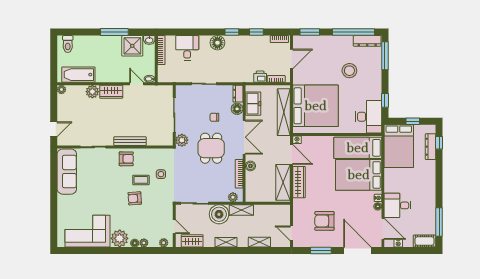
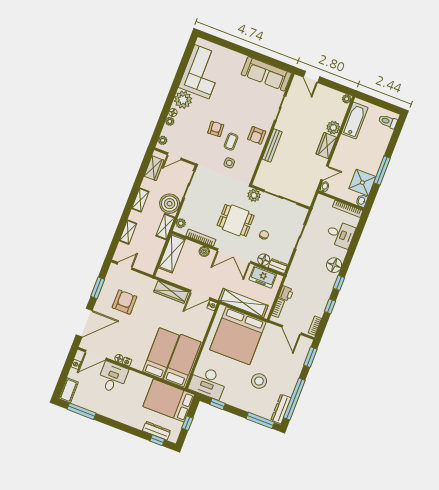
bed: (359, 175) -> (161, 353), width x0.67
shelving: (283, 182) -> (172, 253), moved, turned 90

